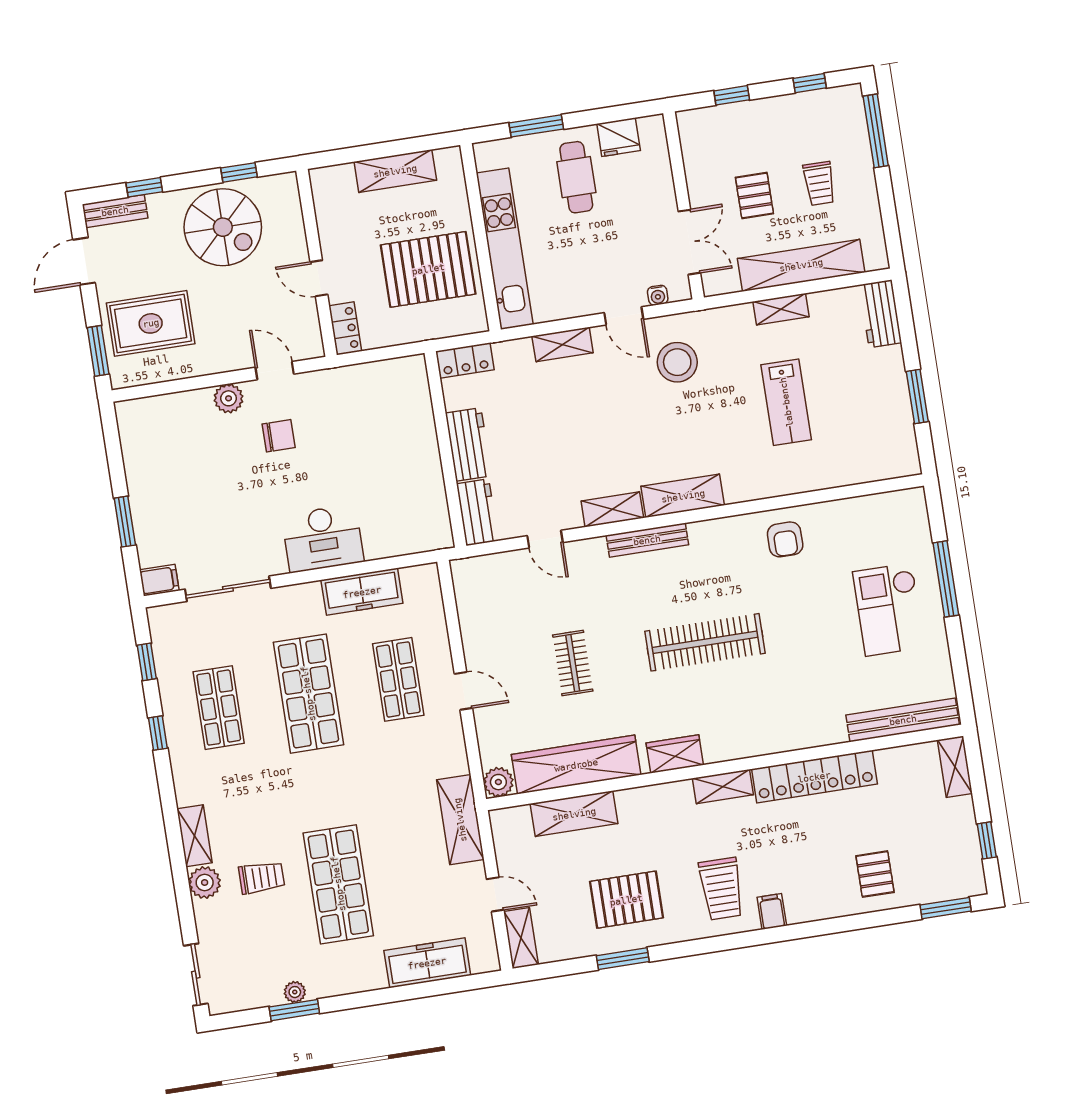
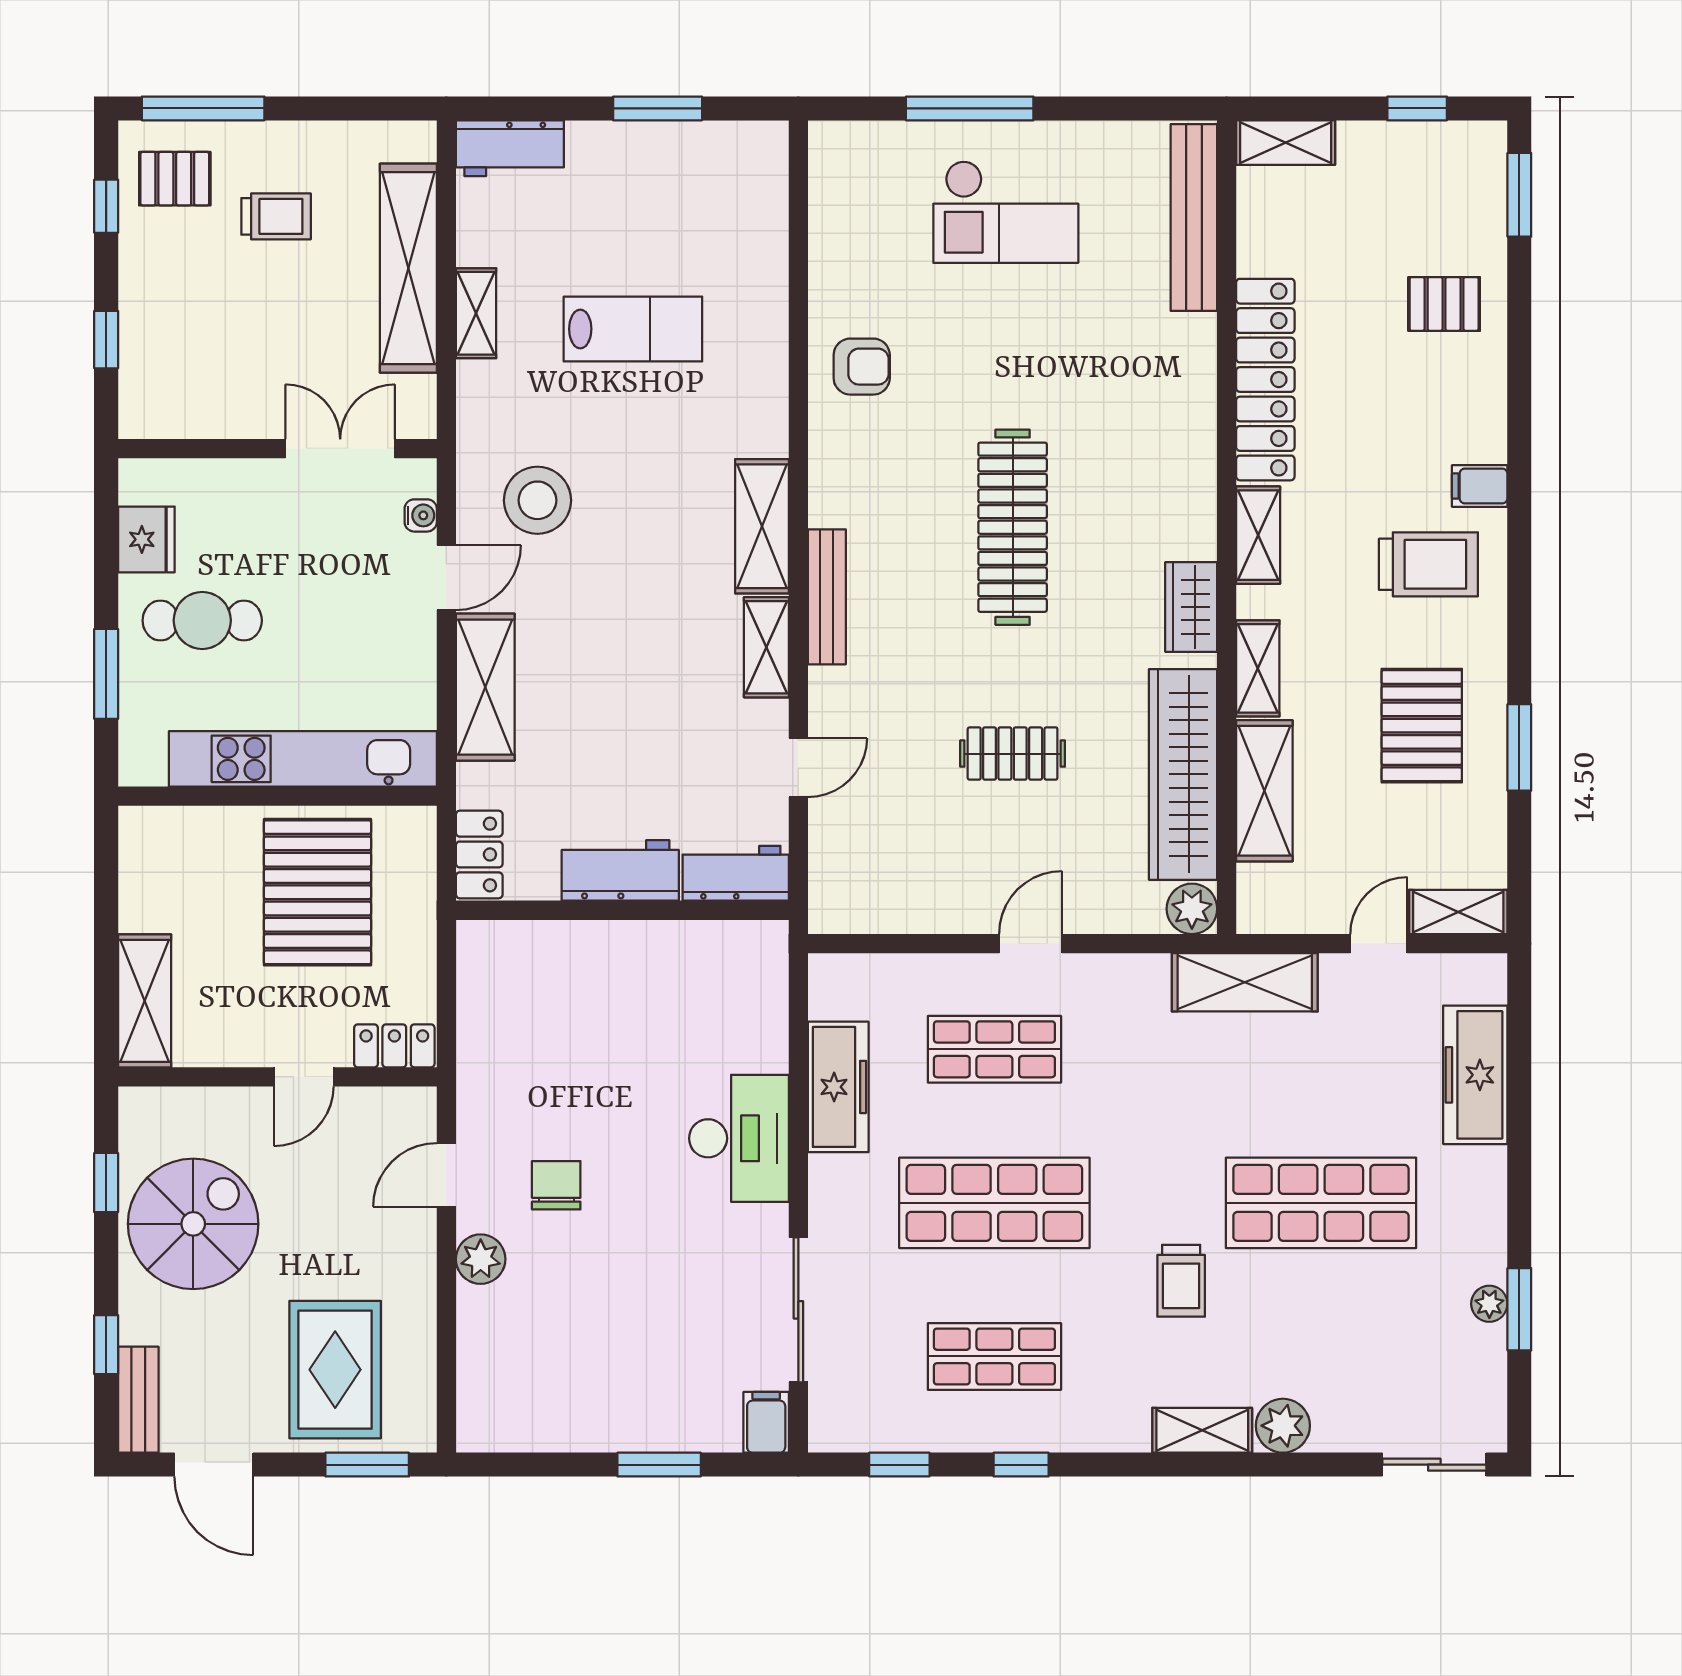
shelving: (395, 171) -> (145, 1001), moved
pallet: (754, 196) -> (175, 179), moved
shelving: (563, 344) -> (485, 687), width x1.50, depth x1.33
shelving: (645, 799) -> (1258, 668), added
trolley: (262, 878) -> (1181, 1281), moved, turned 180

